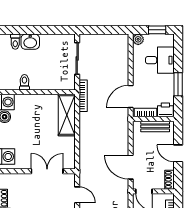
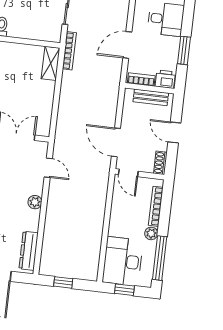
door: (131, 97) -> (127, 45), moved
shelving: (67, 115) -> (51, 63), width x0.67, depth x0.75

